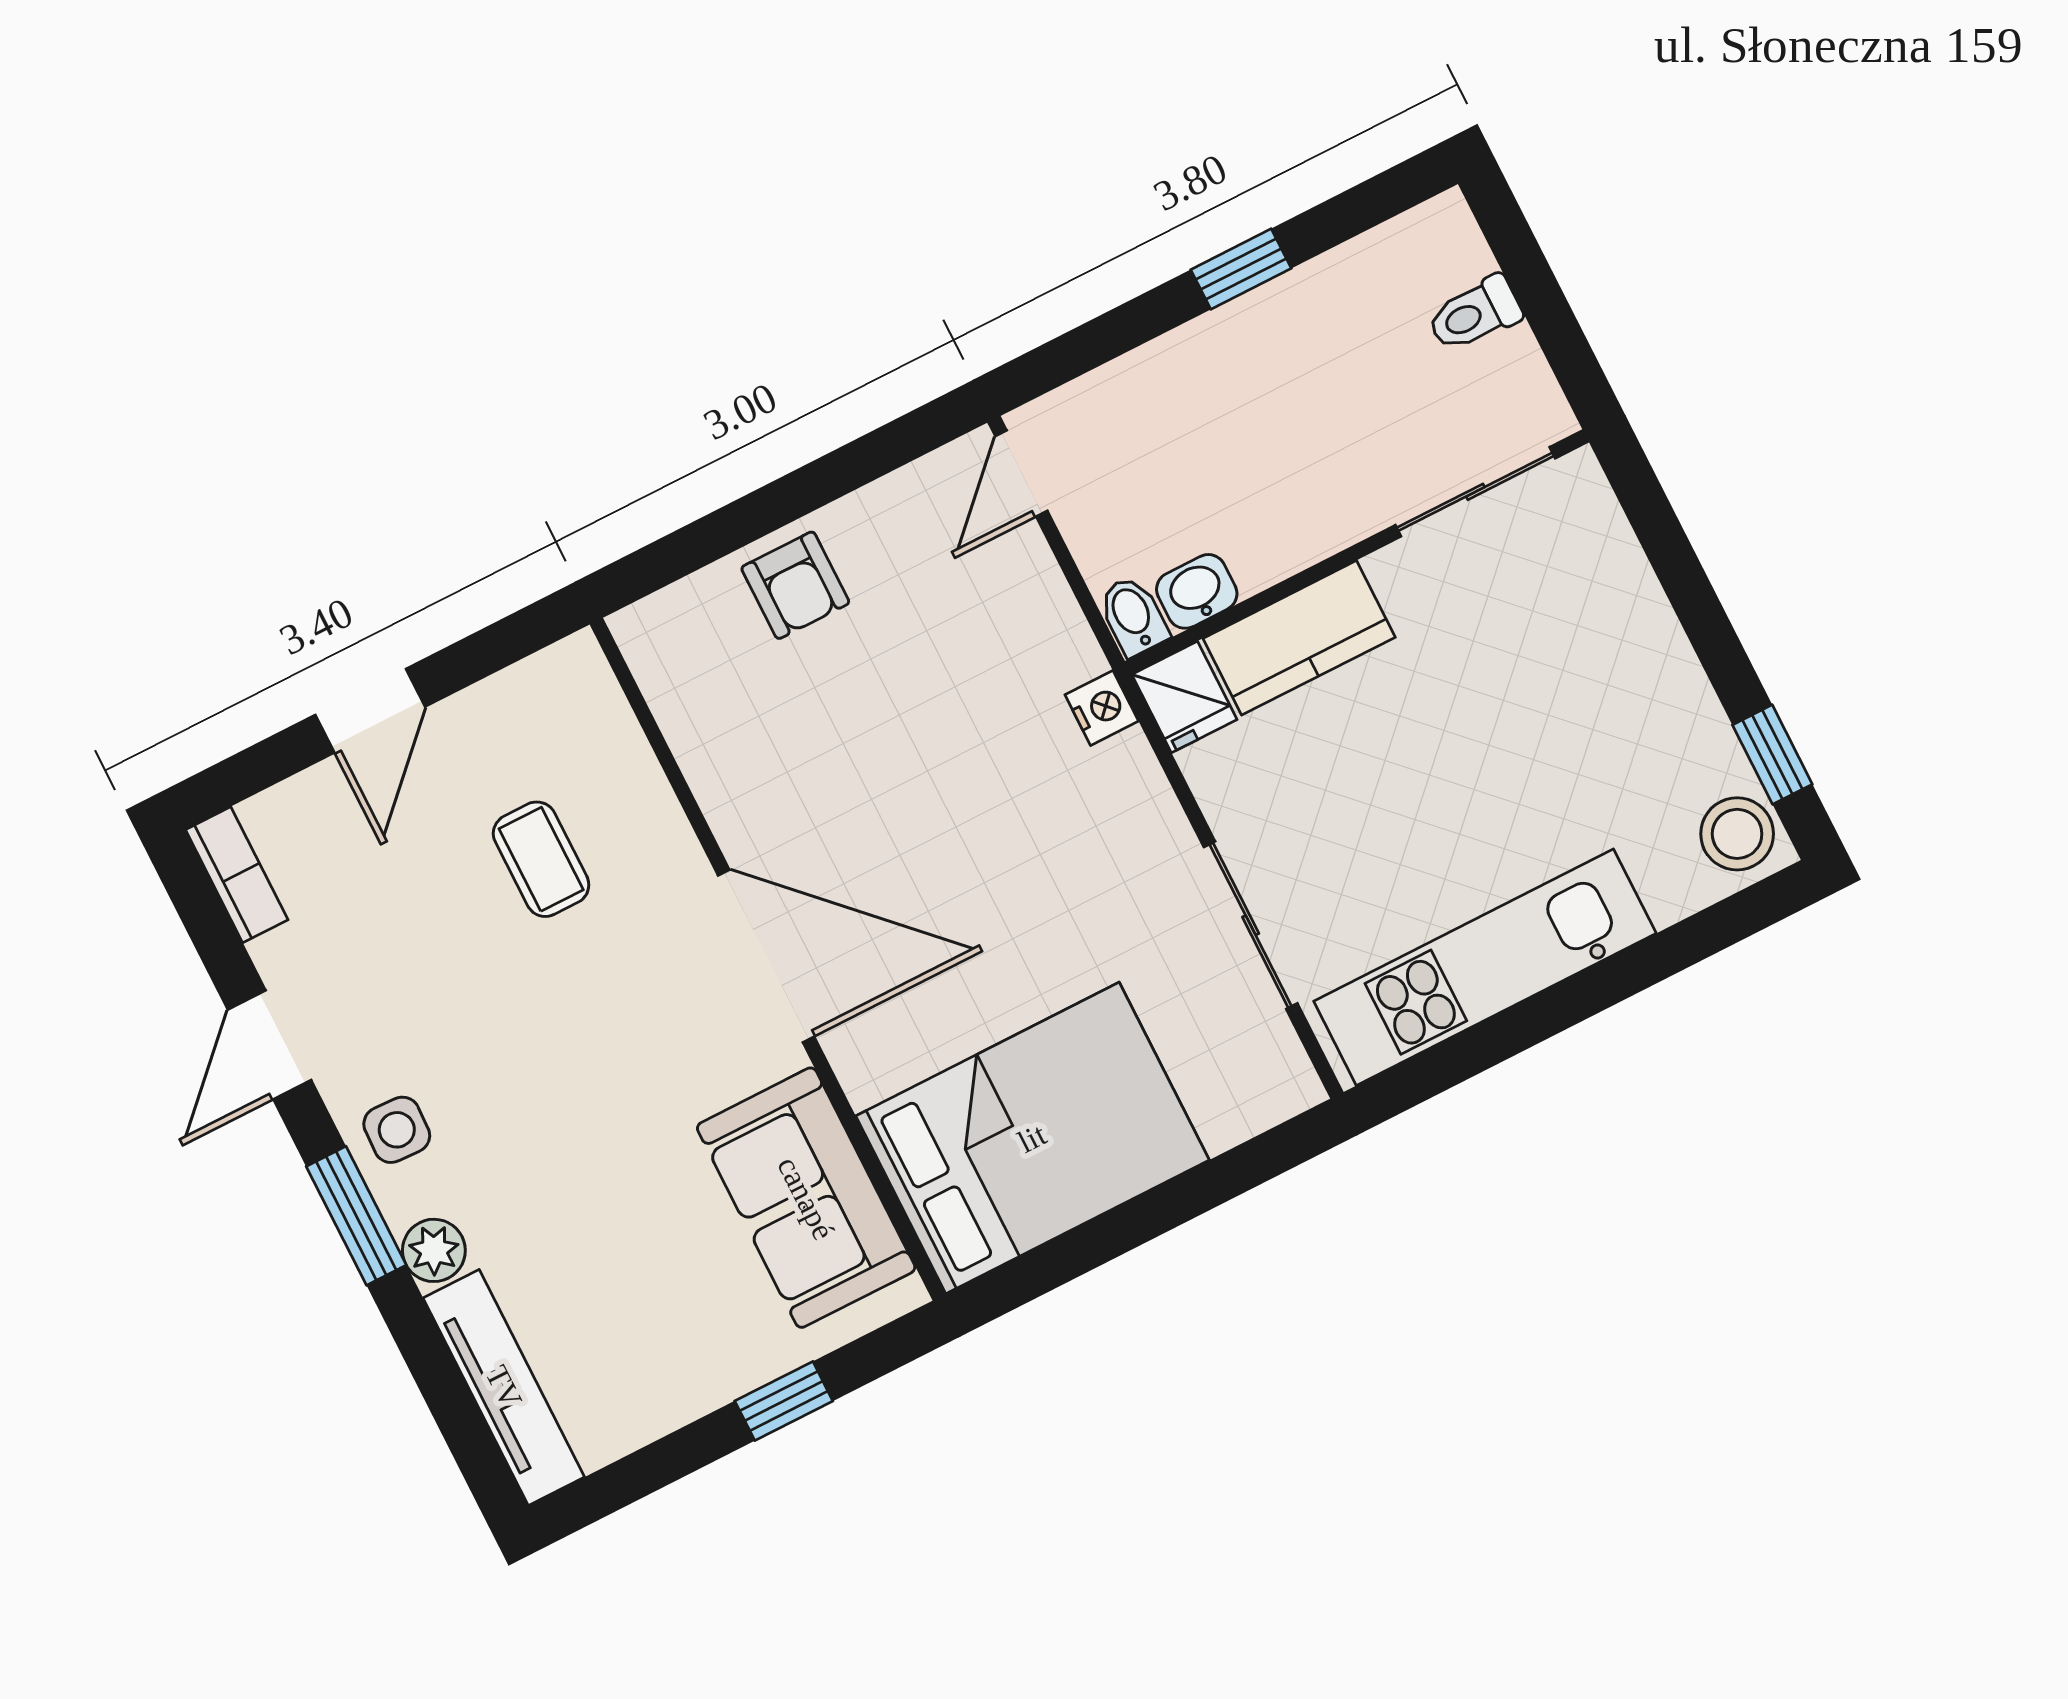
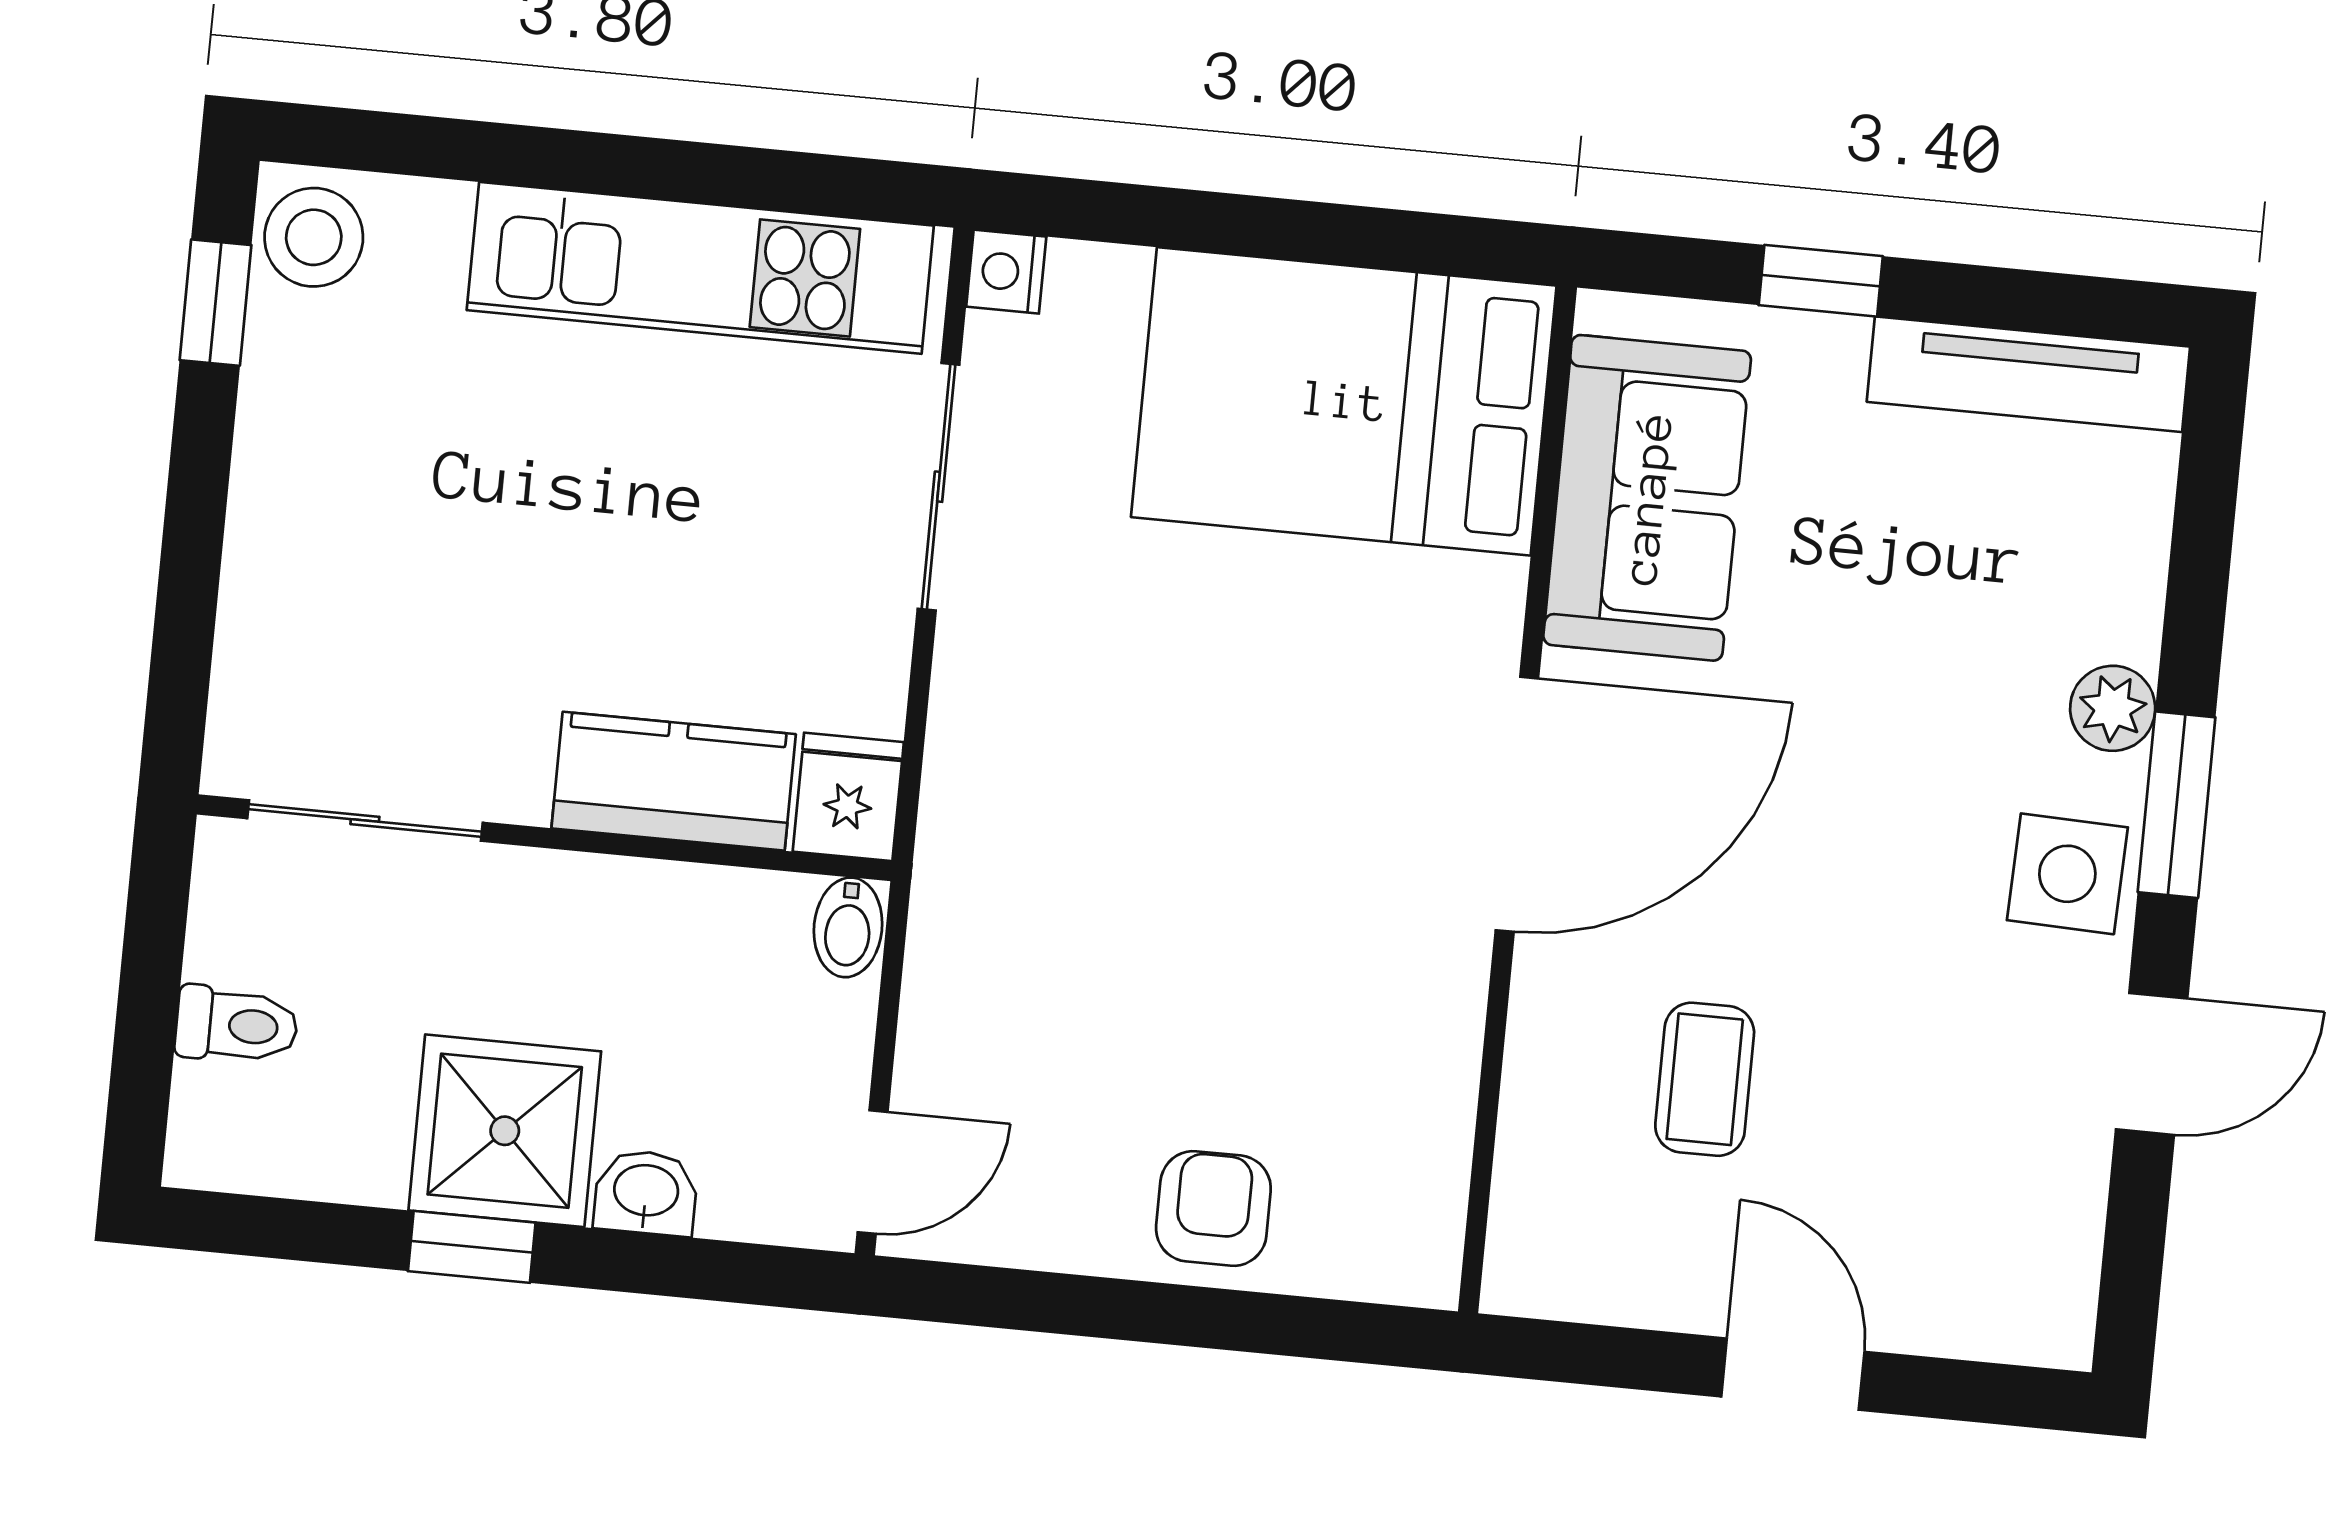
shower: (1266, 354) -> (505, 1131), added
washbasin: (1197, 591) -> (646, 1193), moved, turned 180
nightstand: (1102, 708) -> (1006, 272), moved
door: (370, 711) -> (1793, 1374), hinge flipped
bookcase: (237, 875) -> (2065, 1283), removed
door: (766, 956) -> (1517, 804), swing flipped
side table: (397, 1130) -> (2067, 874), width x1.37, depth x1.37
tv unit: (504, 1387) -> (2028, 374), moved, turned -90

